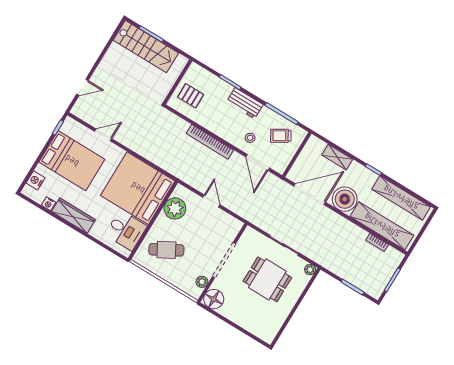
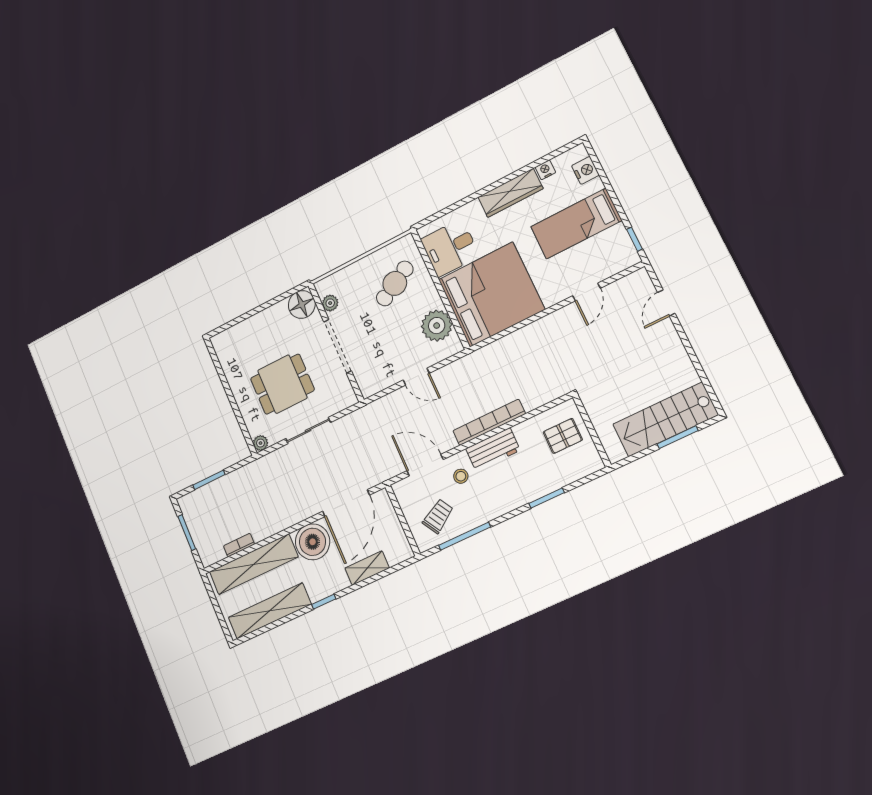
workbench: (245, 103) -> (493, 450), moved, turned 180
bed: (72, 161) -> (576, 224), width x0.67

